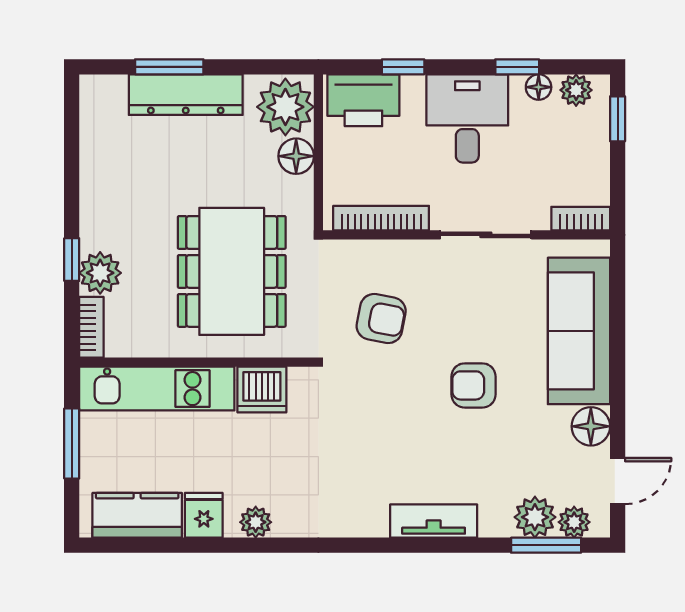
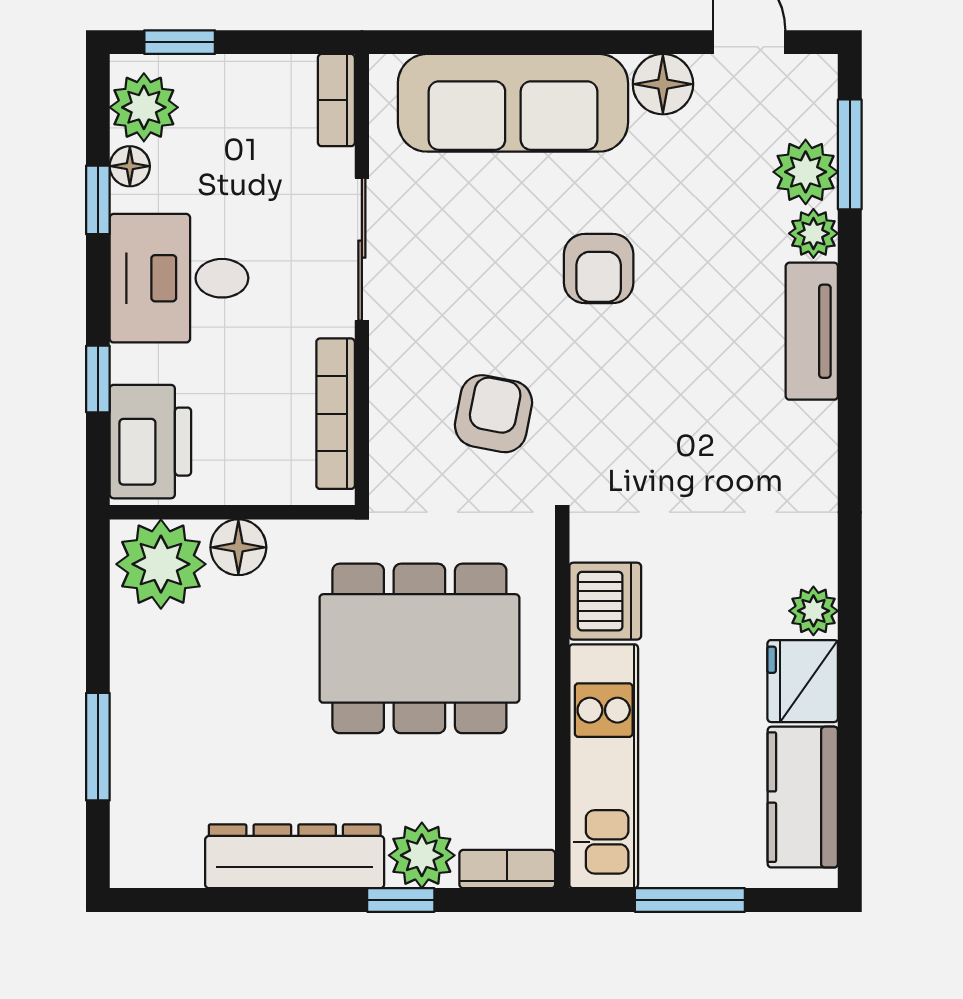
plant: (576, 90) -> (144, 107), width x1.38, depth x1.38
dresser: (186, 95) -> (295, 856), moved, turned -90
fridge: (204, 515) -> (803, 681), width x1.38
plant: (574, 522) -> (813, 233), moved

